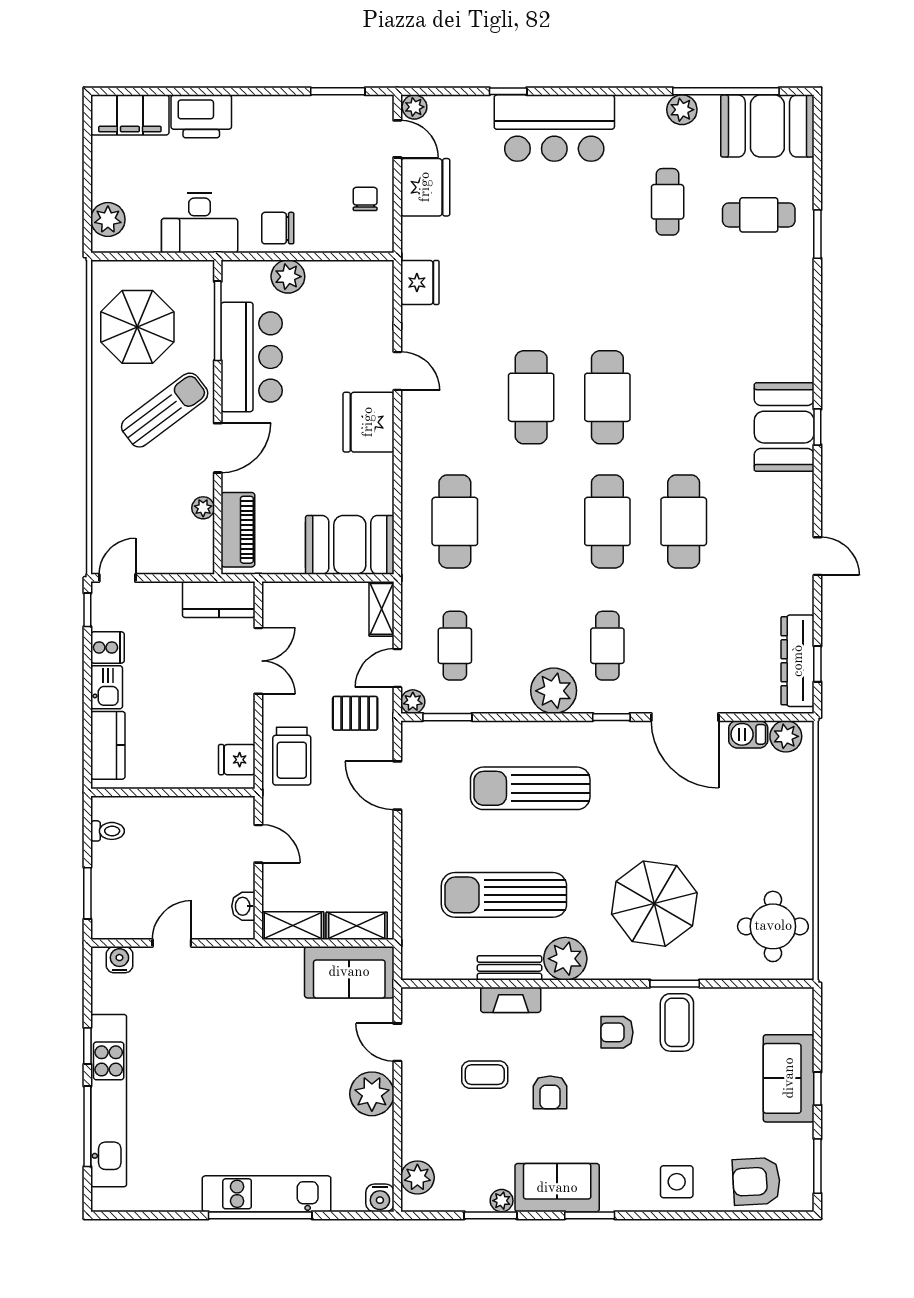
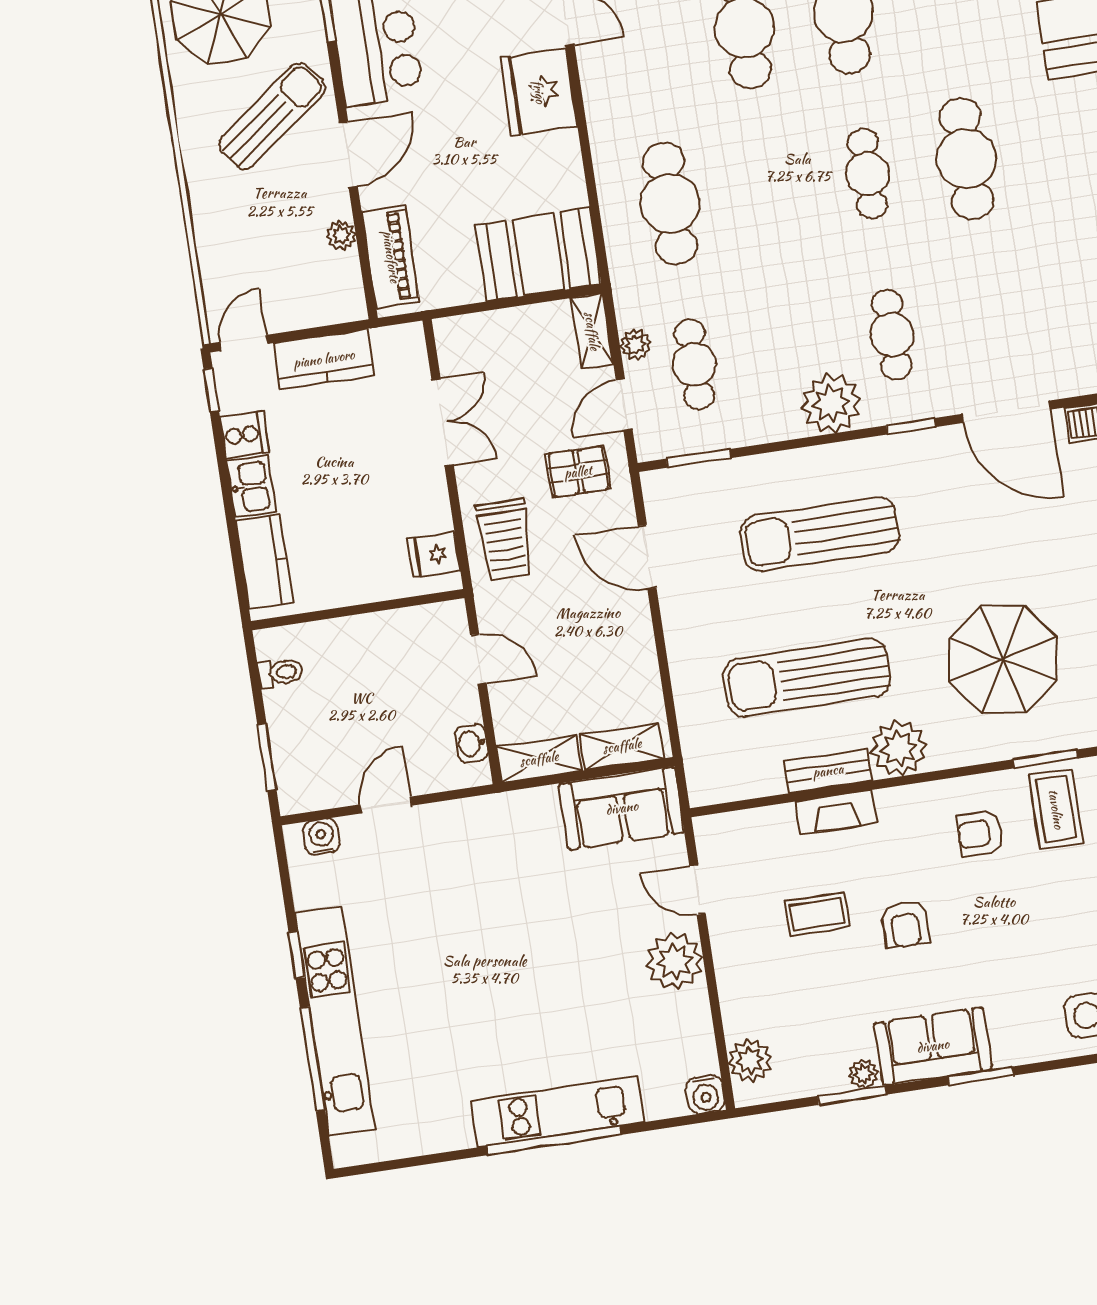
cafe table: (607, 521) -> (868, 174), width x0.73, depth x0.74
kitchen counter: (219, 600) -> (324, 359), moved
plant: (413, 702) -> (636, 345), moved

